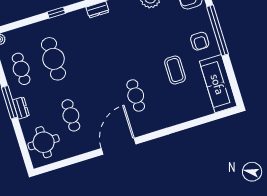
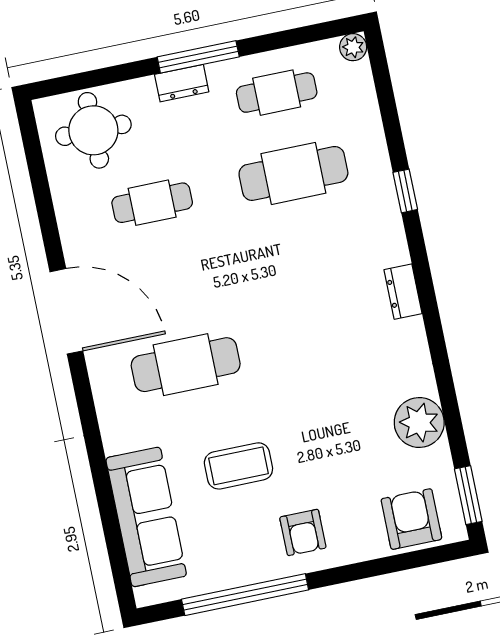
window: (217, 30) -> (245, 595), moved
armchair: (200, 41) -> (303, 532), turned -90
sofa: (218, 84) -> (146, 517), moved, turned 90
cafe table: (136, 95) -> (186, 365), width x1.37, depth x1.35

